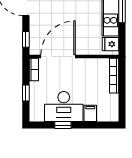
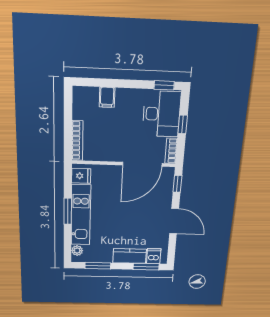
desk: (64, 107) -> (162, 114), moved, turned 90
window: (63, 125) -> (164, 85), moved

